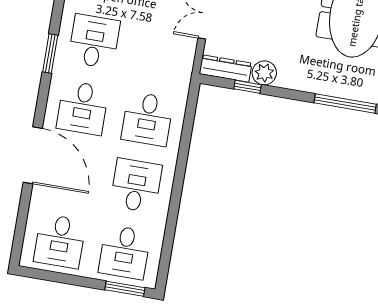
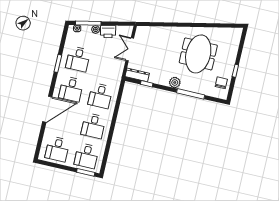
desk: (94, 41) -> (78, 59), turned 180
plant: (264, 73) -> (175, 82), moved
door: (33, 155) -> (47, 109), hinge flipped
desk: (136, 186) -> (93, 126), turned 180

